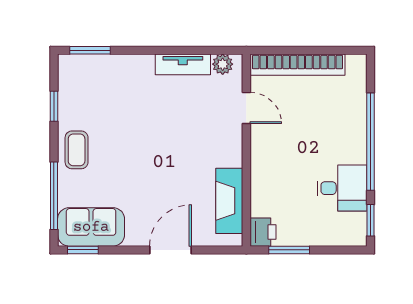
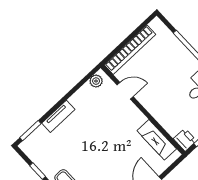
tv unit: (183, 64) -> (58, 116), moved

